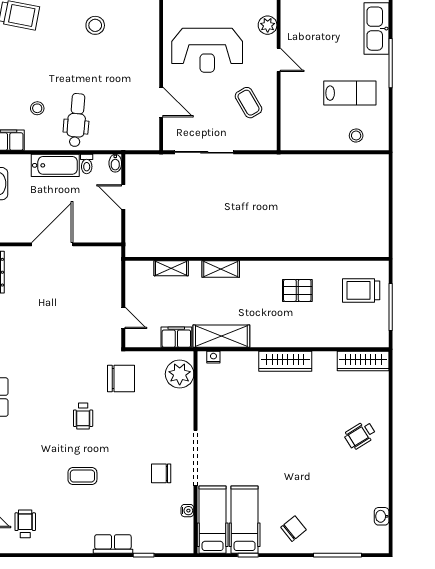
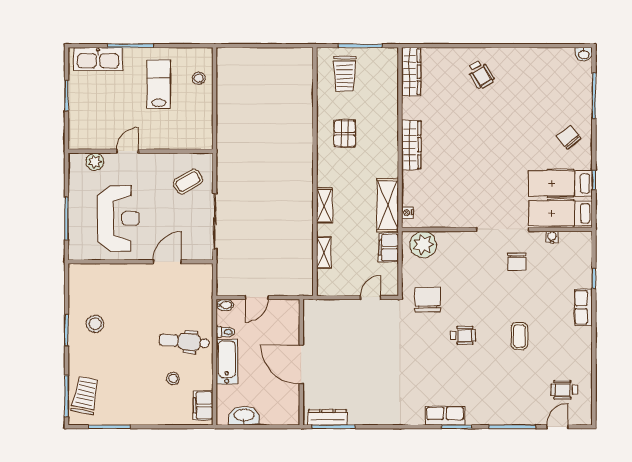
coffee table: (248, 103) -> (188, 182), moved
washbasin: (382, 516) -> (584, 54), moved

